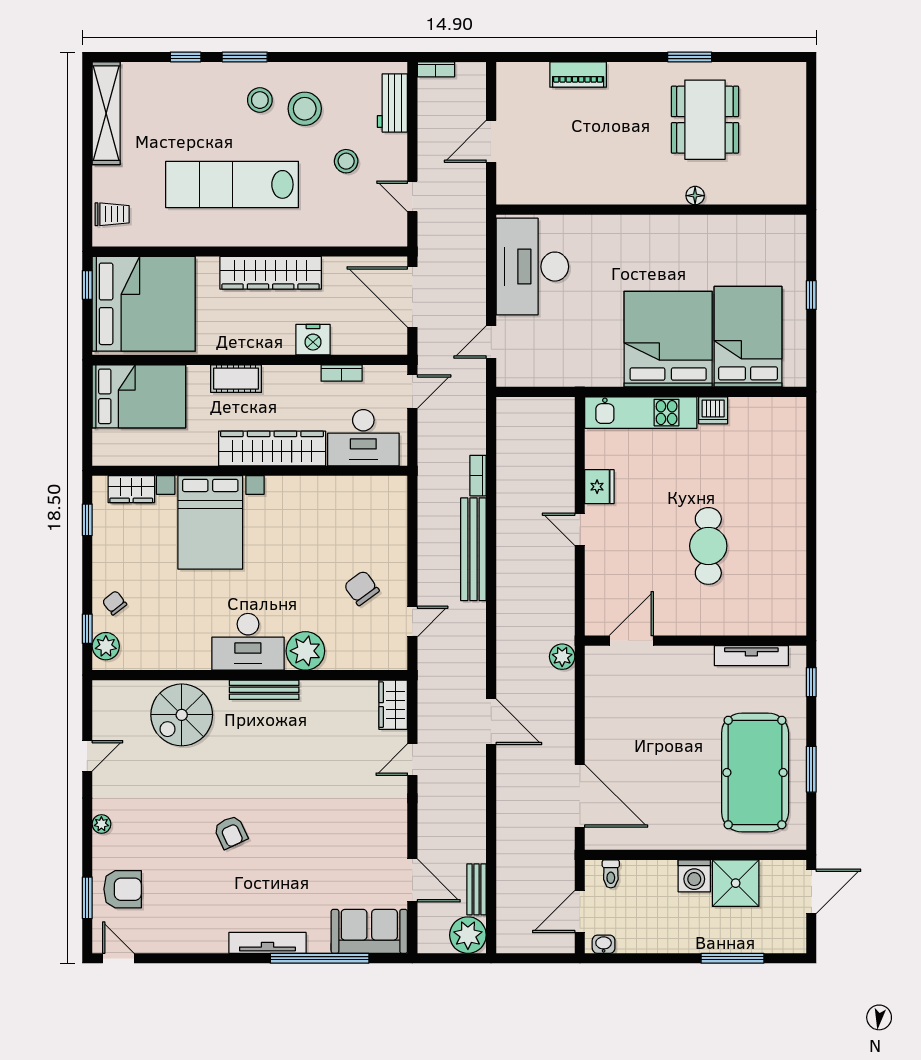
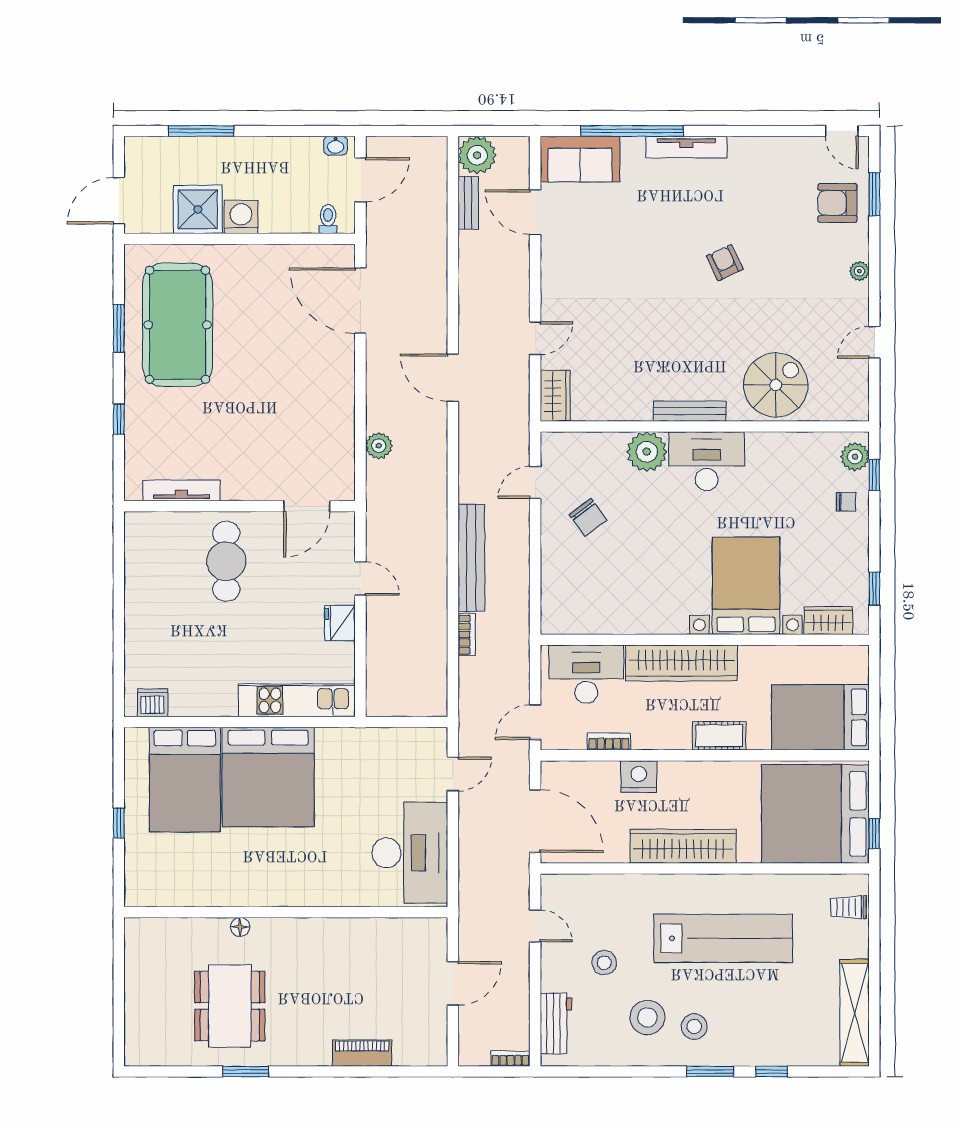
dishwasher: (713, 410) -> (153, 703), moved
chair: (114, 603) -> (846, 502), turned -52
door: (631, 641) -> (307, 506), moved
wall: (696, 641) -> (240, 506), moved
tv unit: (751, 656) -> (181, 491), moved

